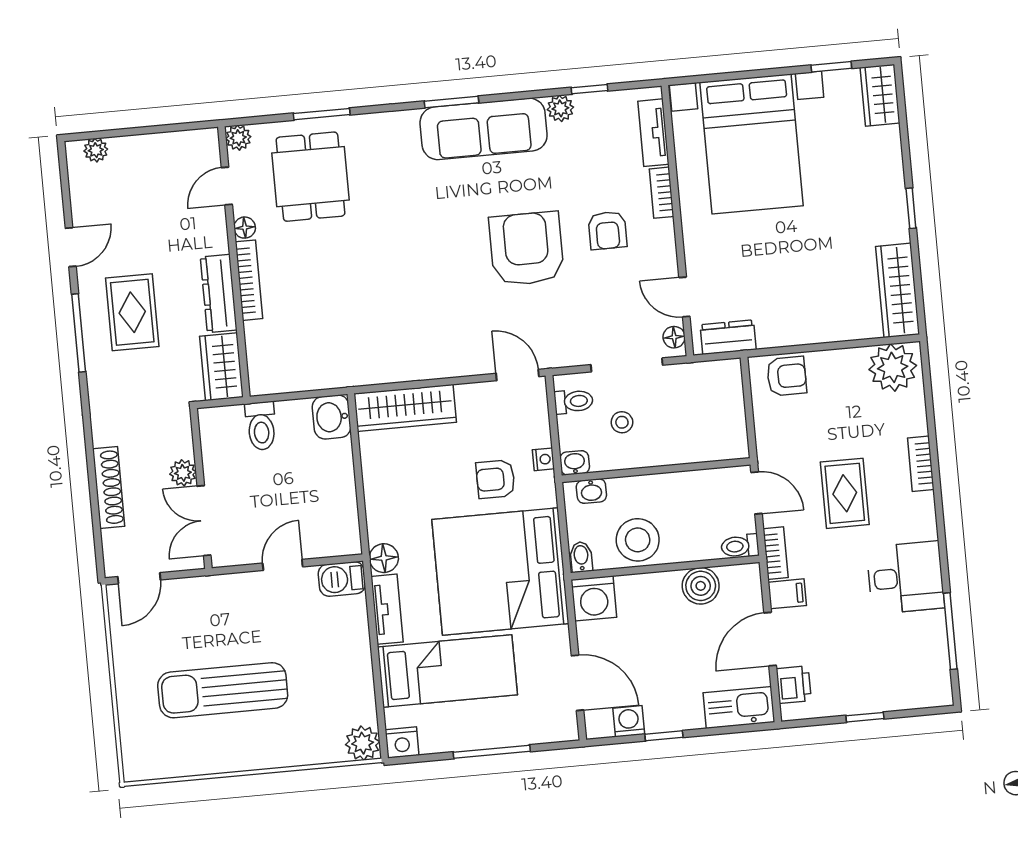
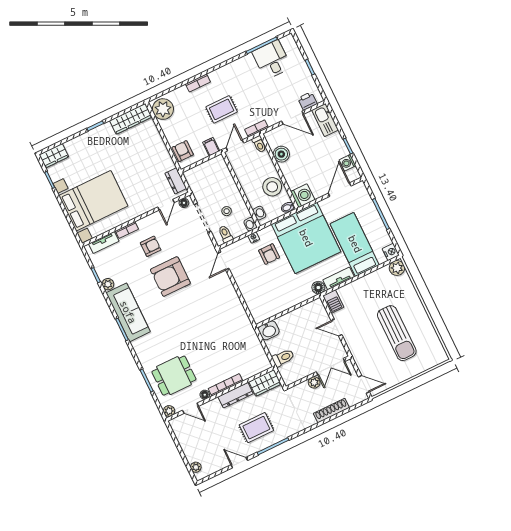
wardrobe: (405, 408) -> (254, 302), removed
desk: (905, 578) -> (272, 60), moved
filing cabinet: (787, 594) -> (211, 147), moved

